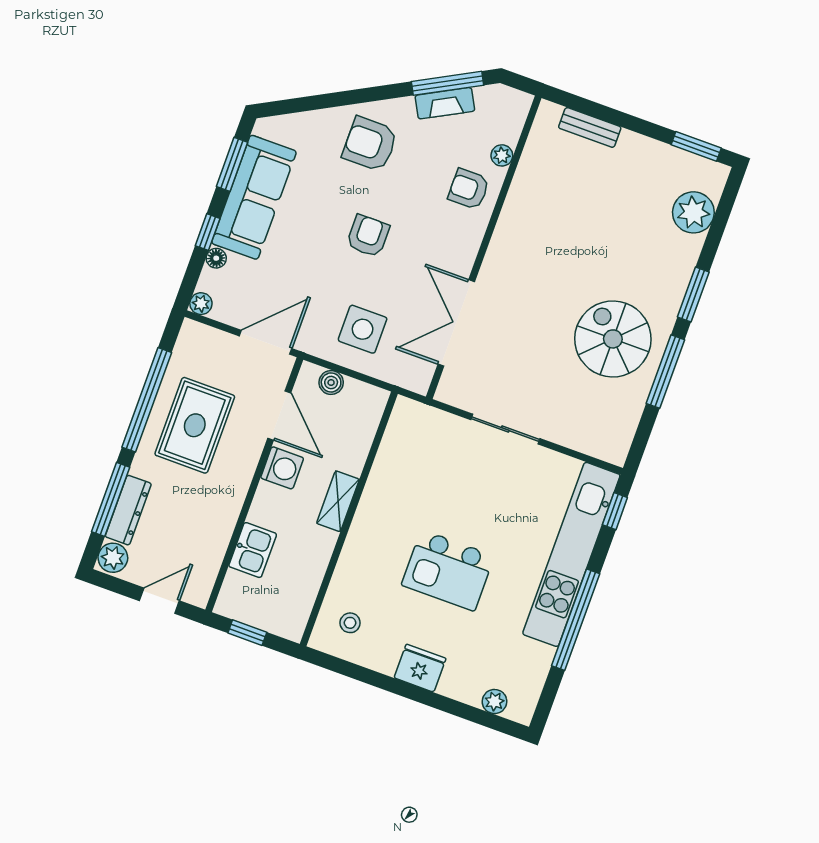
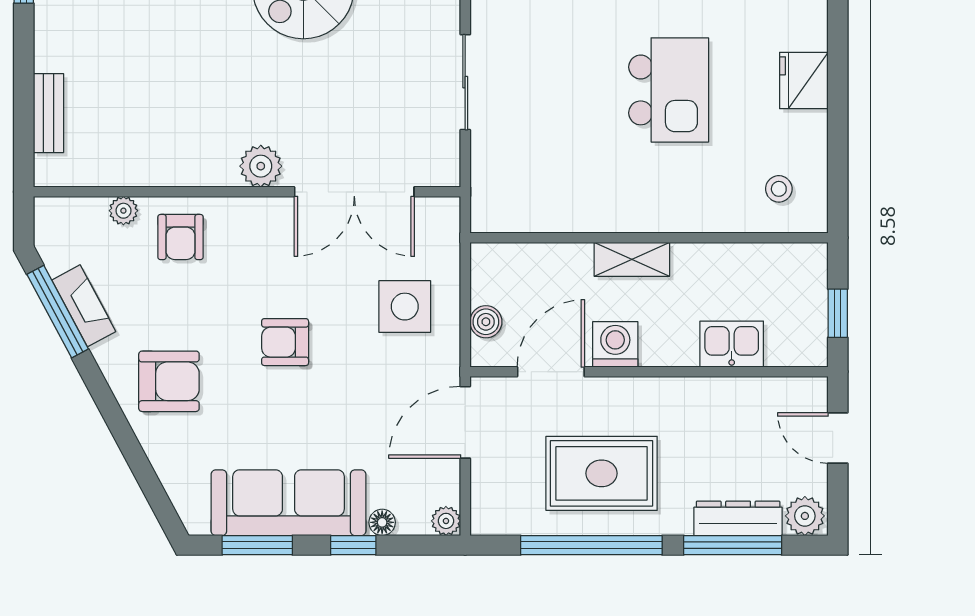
armchair: (370, 144) -> (169, 381), turned -90
plant: (498, 264) -> (261, 166), added
door: (266, 342) -> (465, 422), hinge flipped

